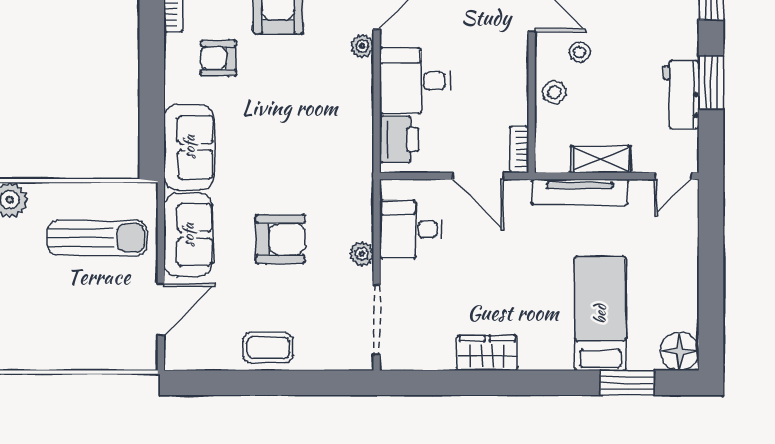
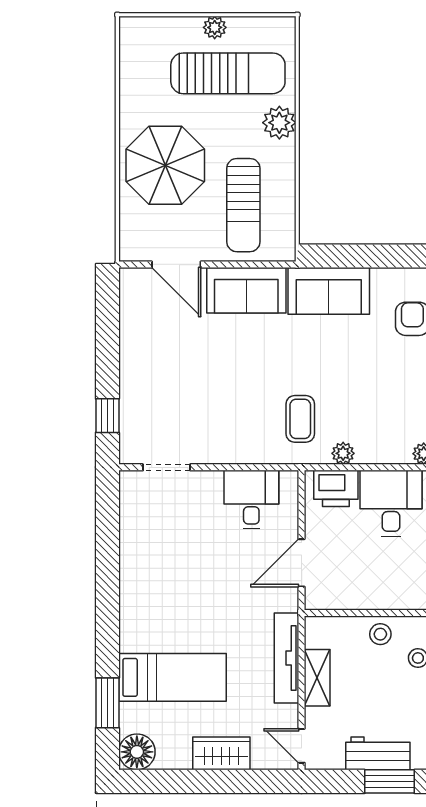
bookcase: (519, 149) -> (327, 601), removed
armchair: (280, 239) -> (242, 377), removed
plant: (362, 254) -> (343, 453), moved
doorway: (377, 320) -> (167, 467), width x0.73
parasol: (55, 321) -> (165, 165), added
coffee table: (268, 348) -> (300, 419), moved
wardrobe: (487, 353) -> (221, 753), moved, turned -90
window: (322, 383) -> (107, 416), added

